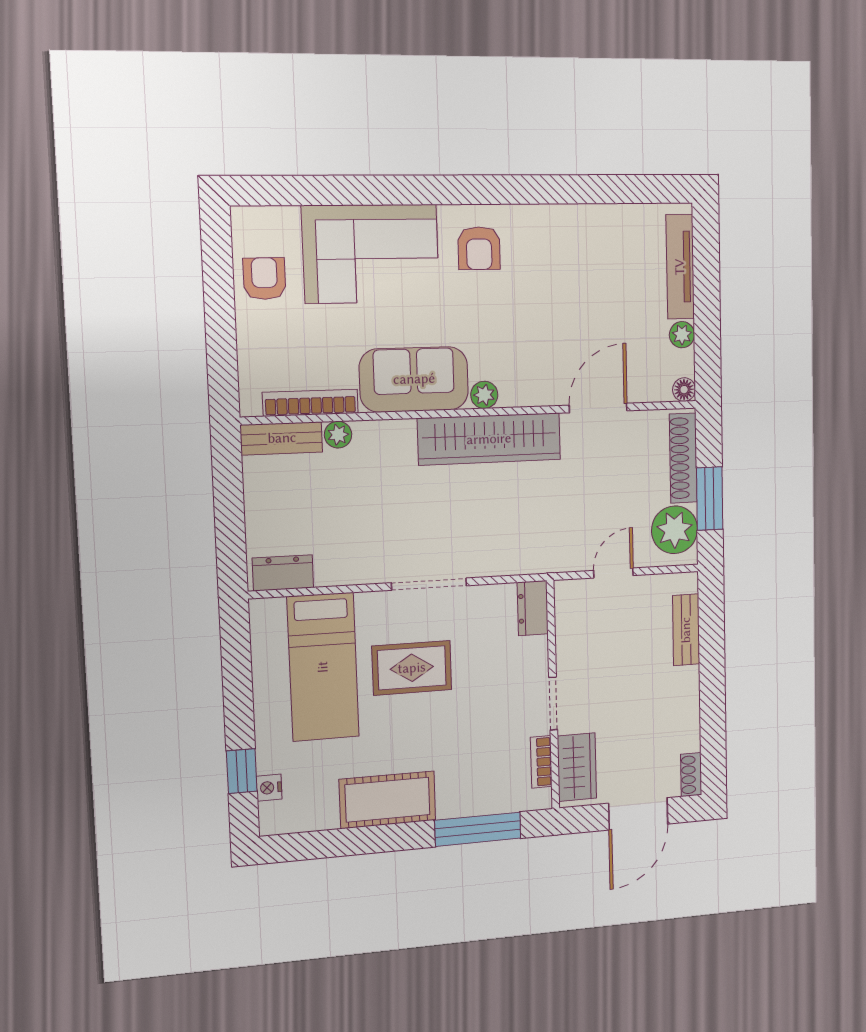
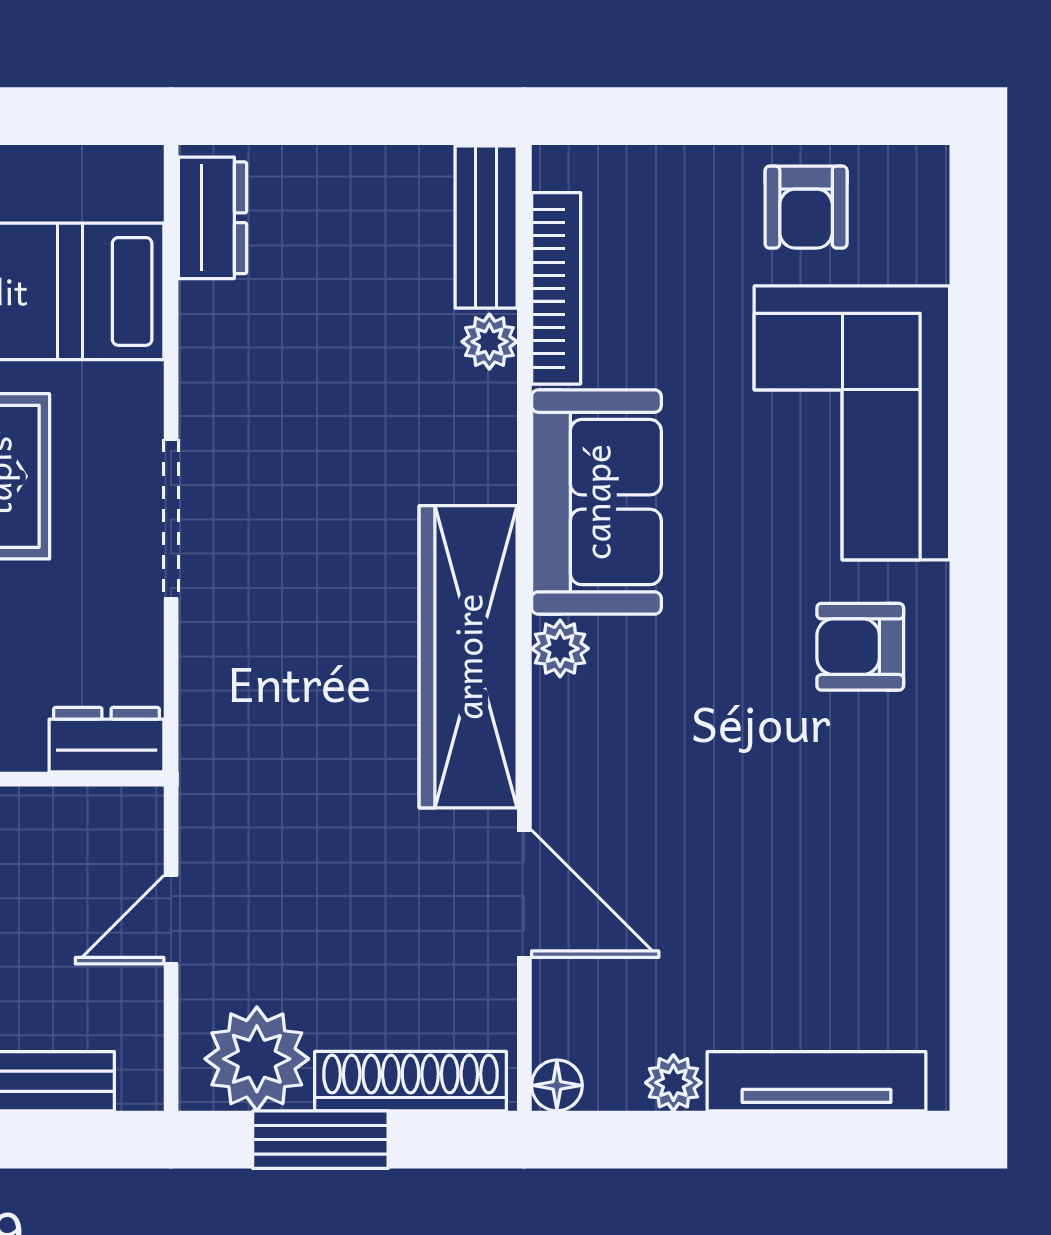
armchair: (264, 279) -> (806, 207), turned 90
door: (613, 573) -> (171, 920), swing flipped

